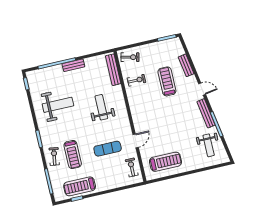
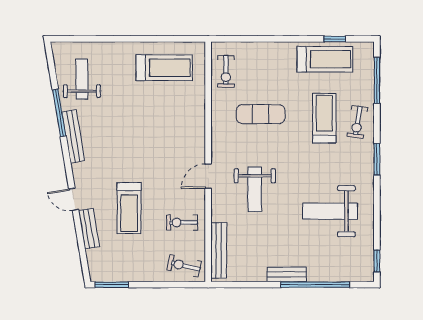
door: (202, 89) -> (74, 199), moved
door: (136, 141) -> (208, 176), moved
treadmill: (165, 162) -> (164, 68), turned 180

